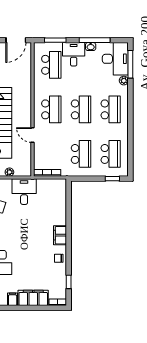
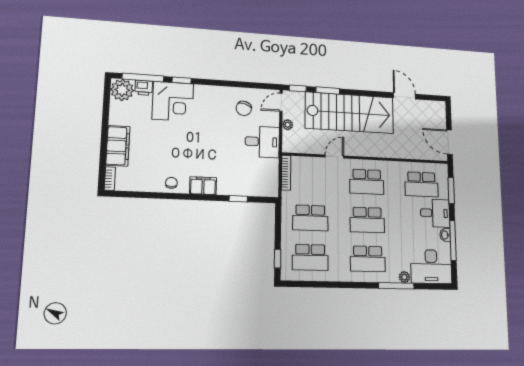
window: (130, 64) -> (396, 286), moved
window: (69, 282) -> (238, 199), moved
filing cabinet: (13, 299) -> (118, 118), removed

